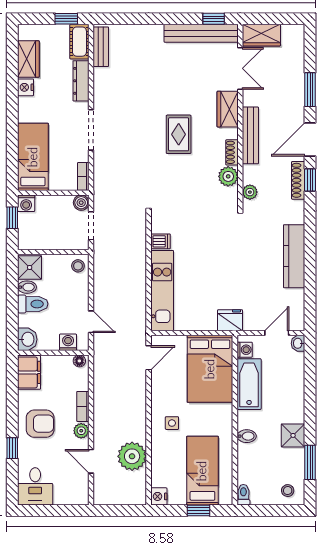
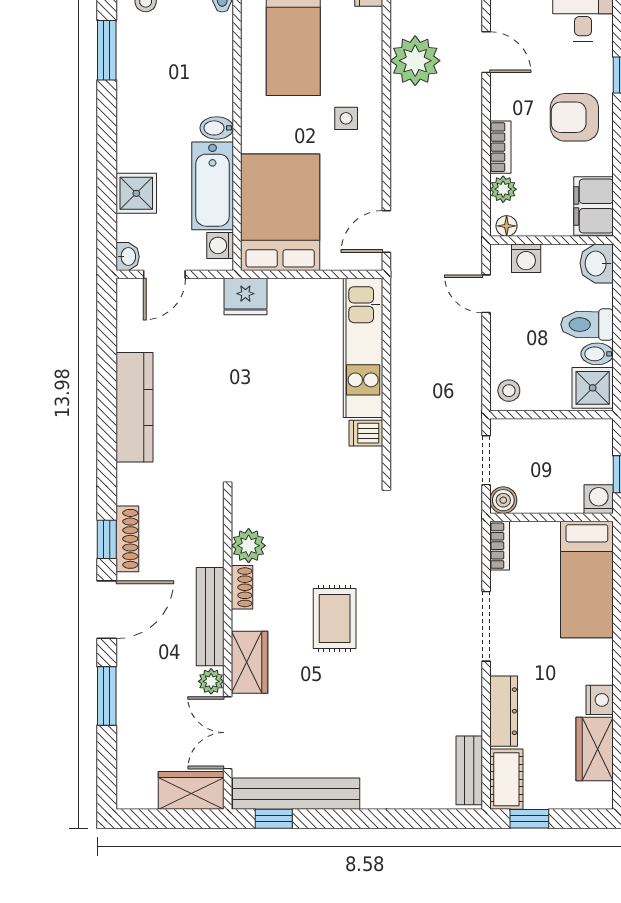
plant: (250, 192) -> (211, 681), moved
plant: (81, 431) -> (503, 189), moved
shower: (293, 435) -> (136, 193), moved
bidet: (247, 436) -> (217, 128), moved

